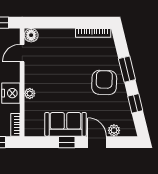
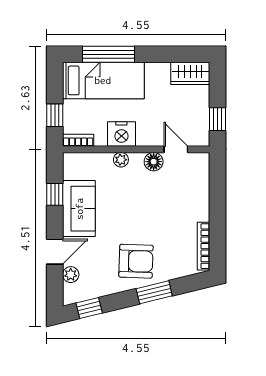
floor lamp: (31, 35) -> (154, 162), moved
window: (135, 103) -> (89, 308), moved
window: (67, 142) -> (55, 194), moved

